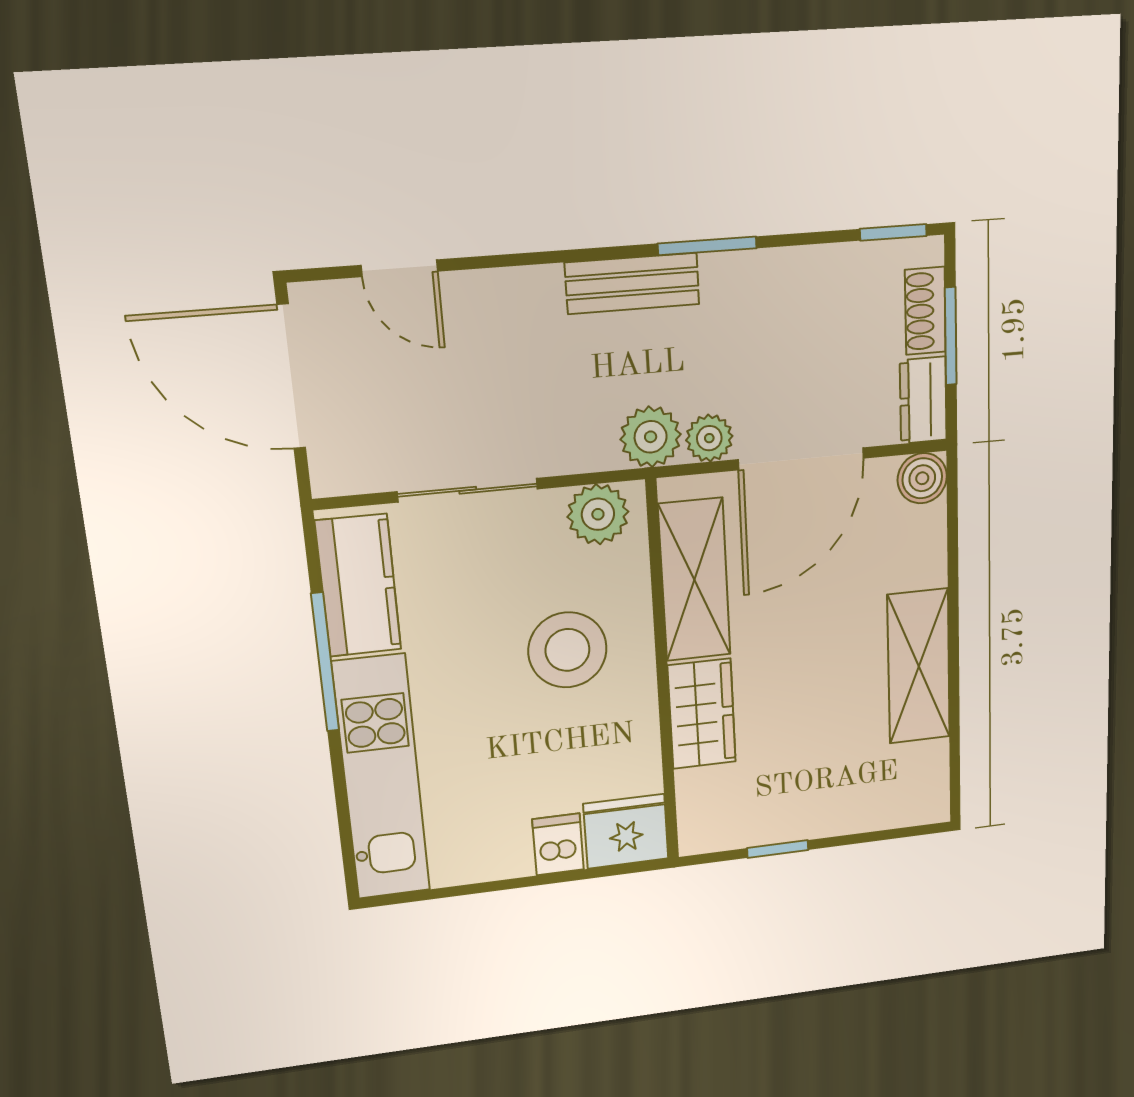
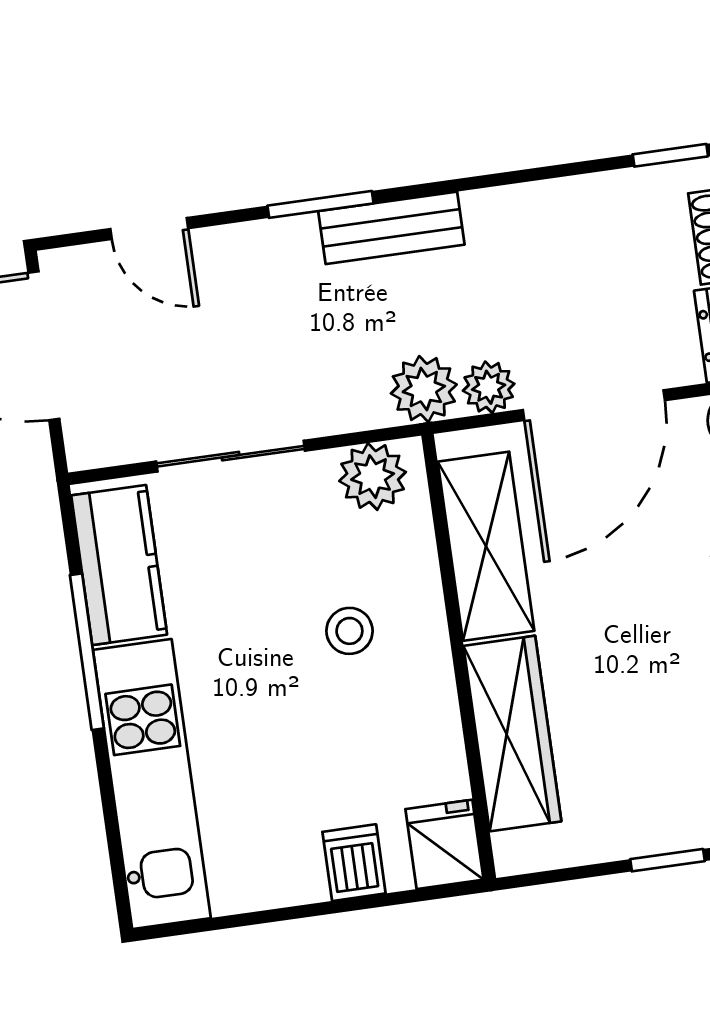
window: (707, 246) -> (321, 204), moved
stool: (567, 650) -> (349, 631), width x0.53, depth x0.53
wardrobe: (702, 714) -> (512, 734), width x1.50
fridge: (626, 831) -> (444, 844), width x0.72
window: (778, 849) -> (667, 860), moved

